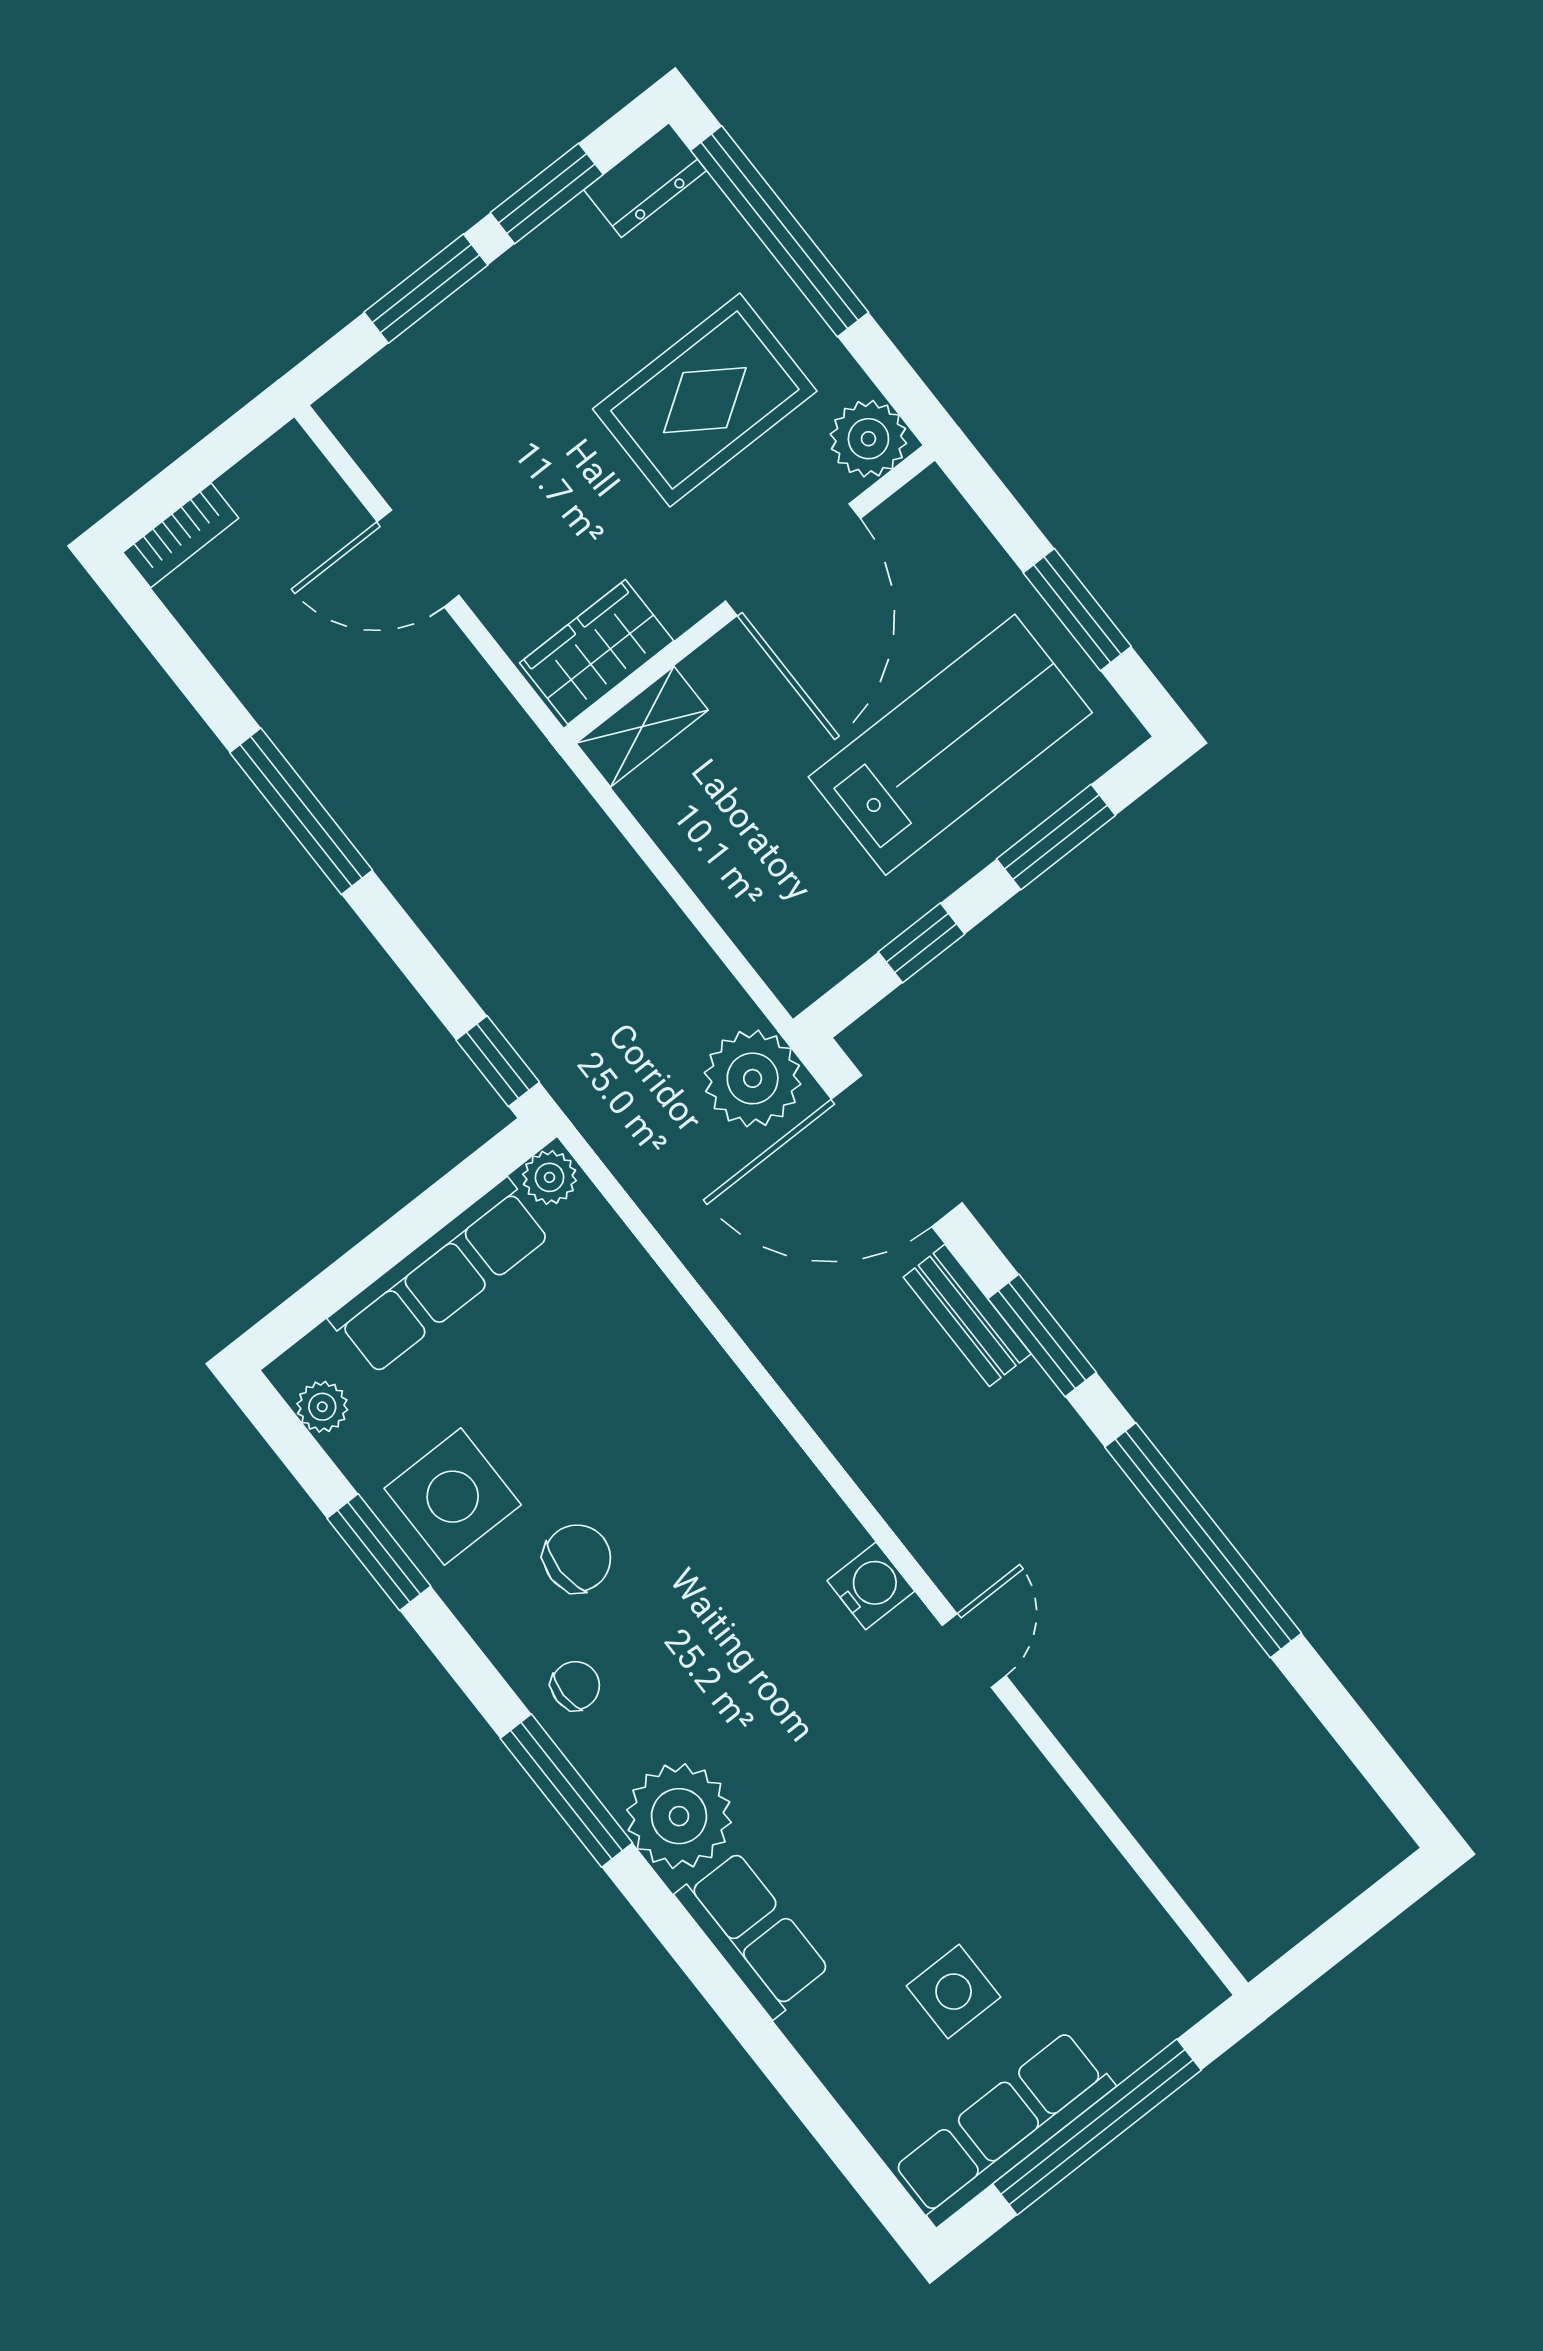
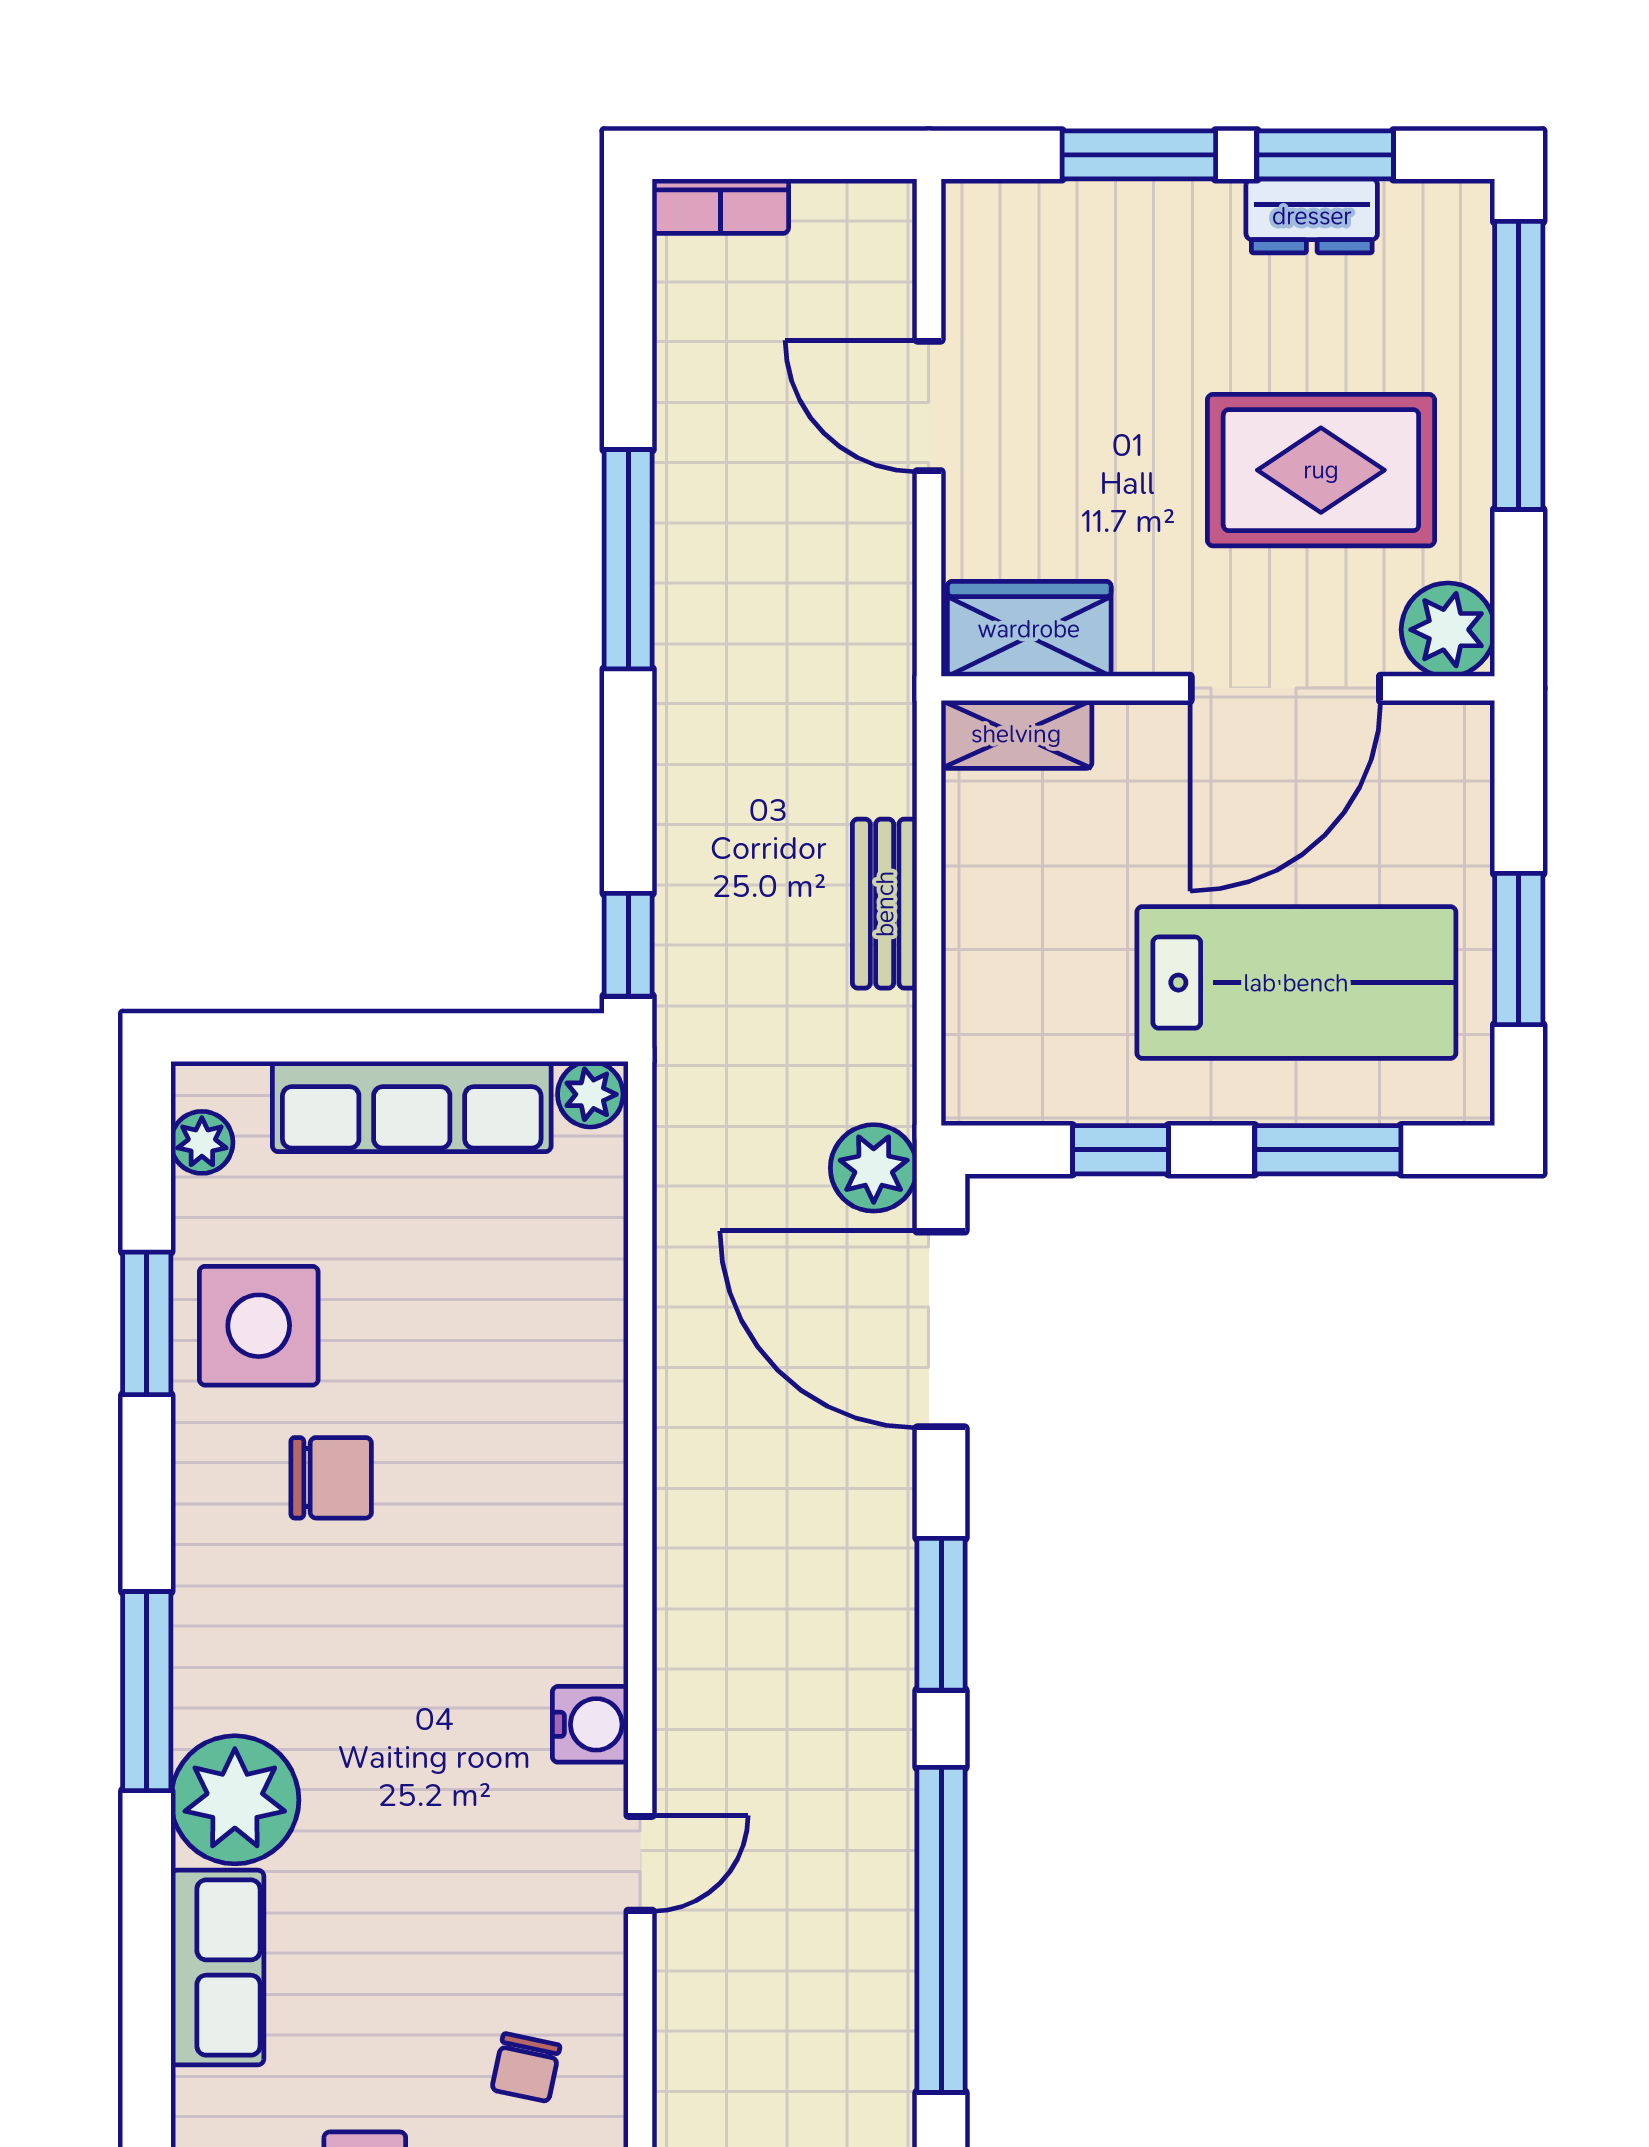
dresser: (645, 180) -> (1312, 216), moved
plant: (753, 1078) -> (874, 1168), width x0.73, depth x0.73
bench: (967, 1315) -> (885, 904), moved
chair: (575, 1686) -> (526, 2067), moved, turned 102

